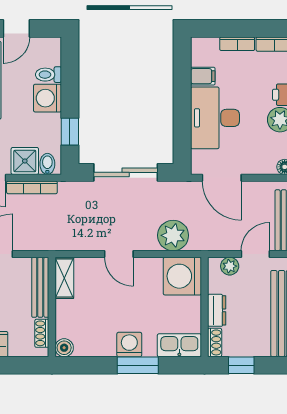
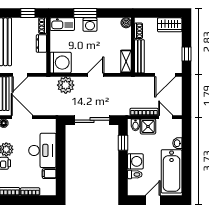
door: (222, 178) -> (22, 117), moved
door: (119, 254) -> (96, 75), hinge flipped
plant: (230, 266) -> (34, 68), removed

